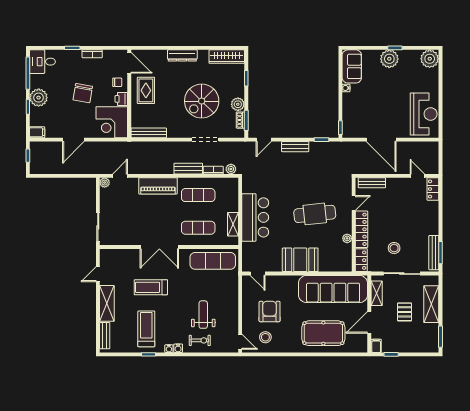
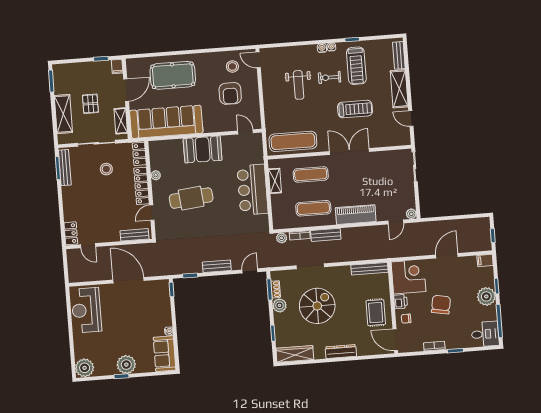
door: (98, 274) -> (411, 118), swing flipped
exercise bike: (200, 340) -> (330, 77), moved

